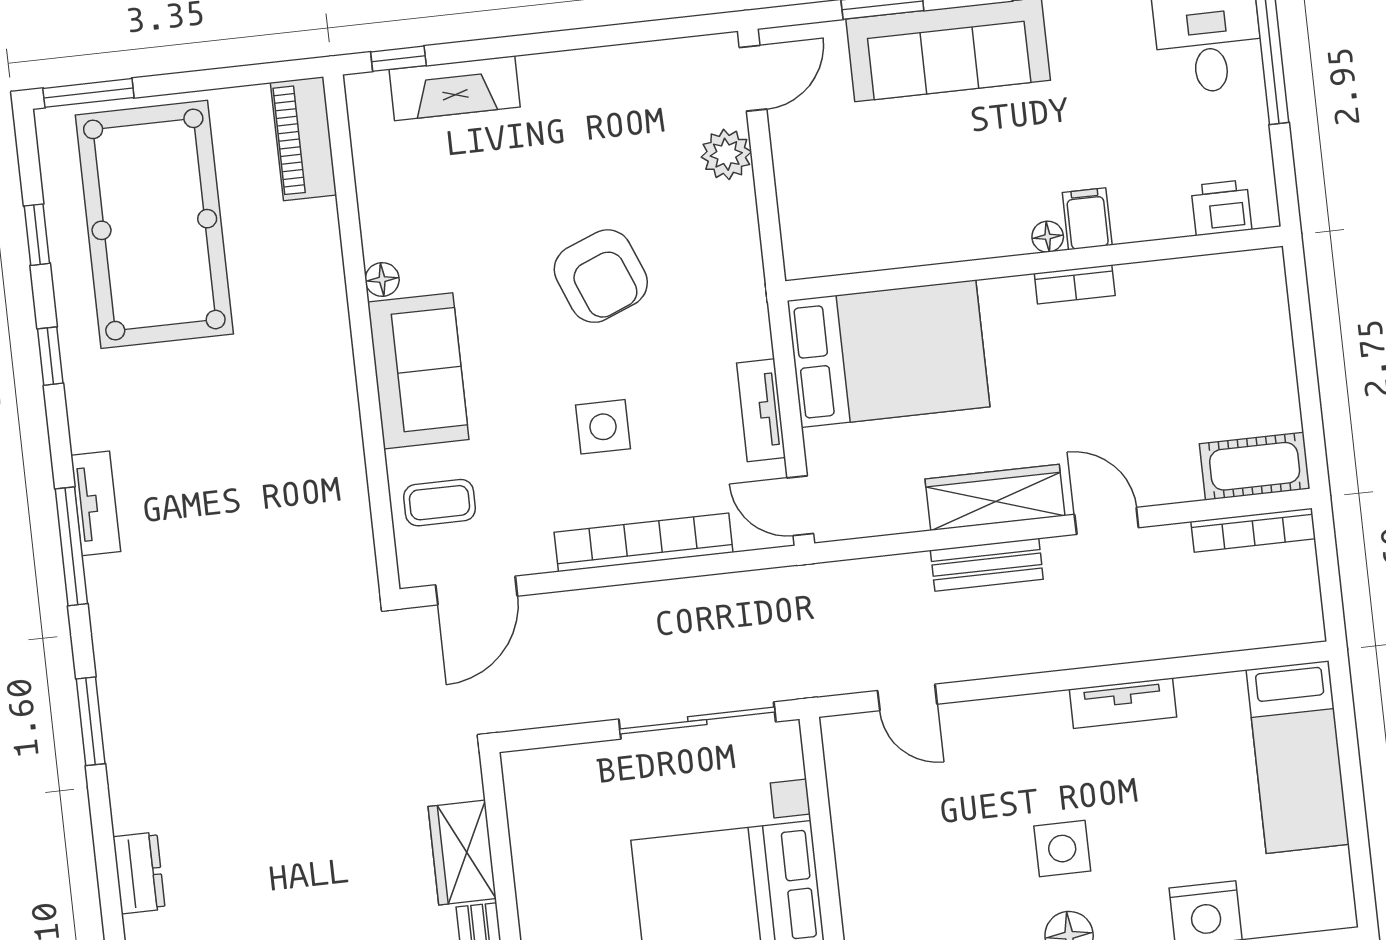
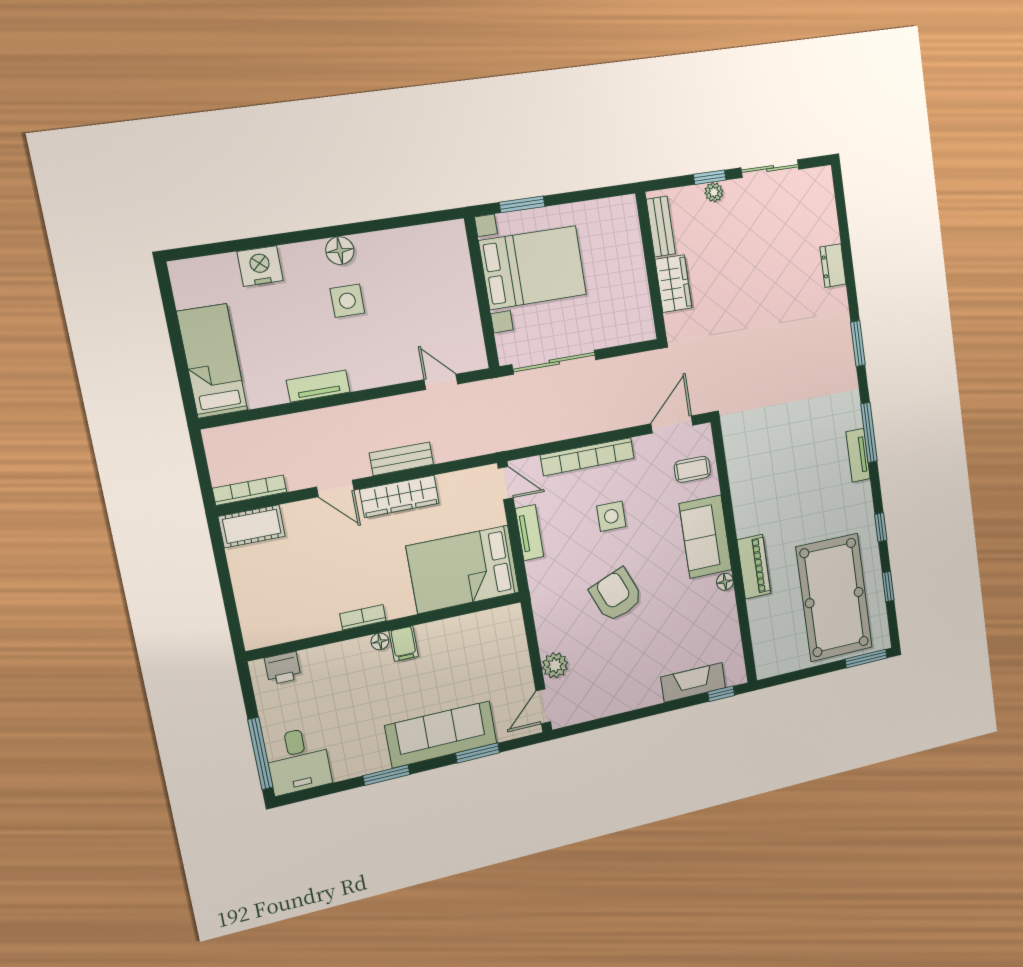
piano: (303, 139) -> (754, 567), moved
filing cabinet: (1087, 219) -> (404, 644), moved

